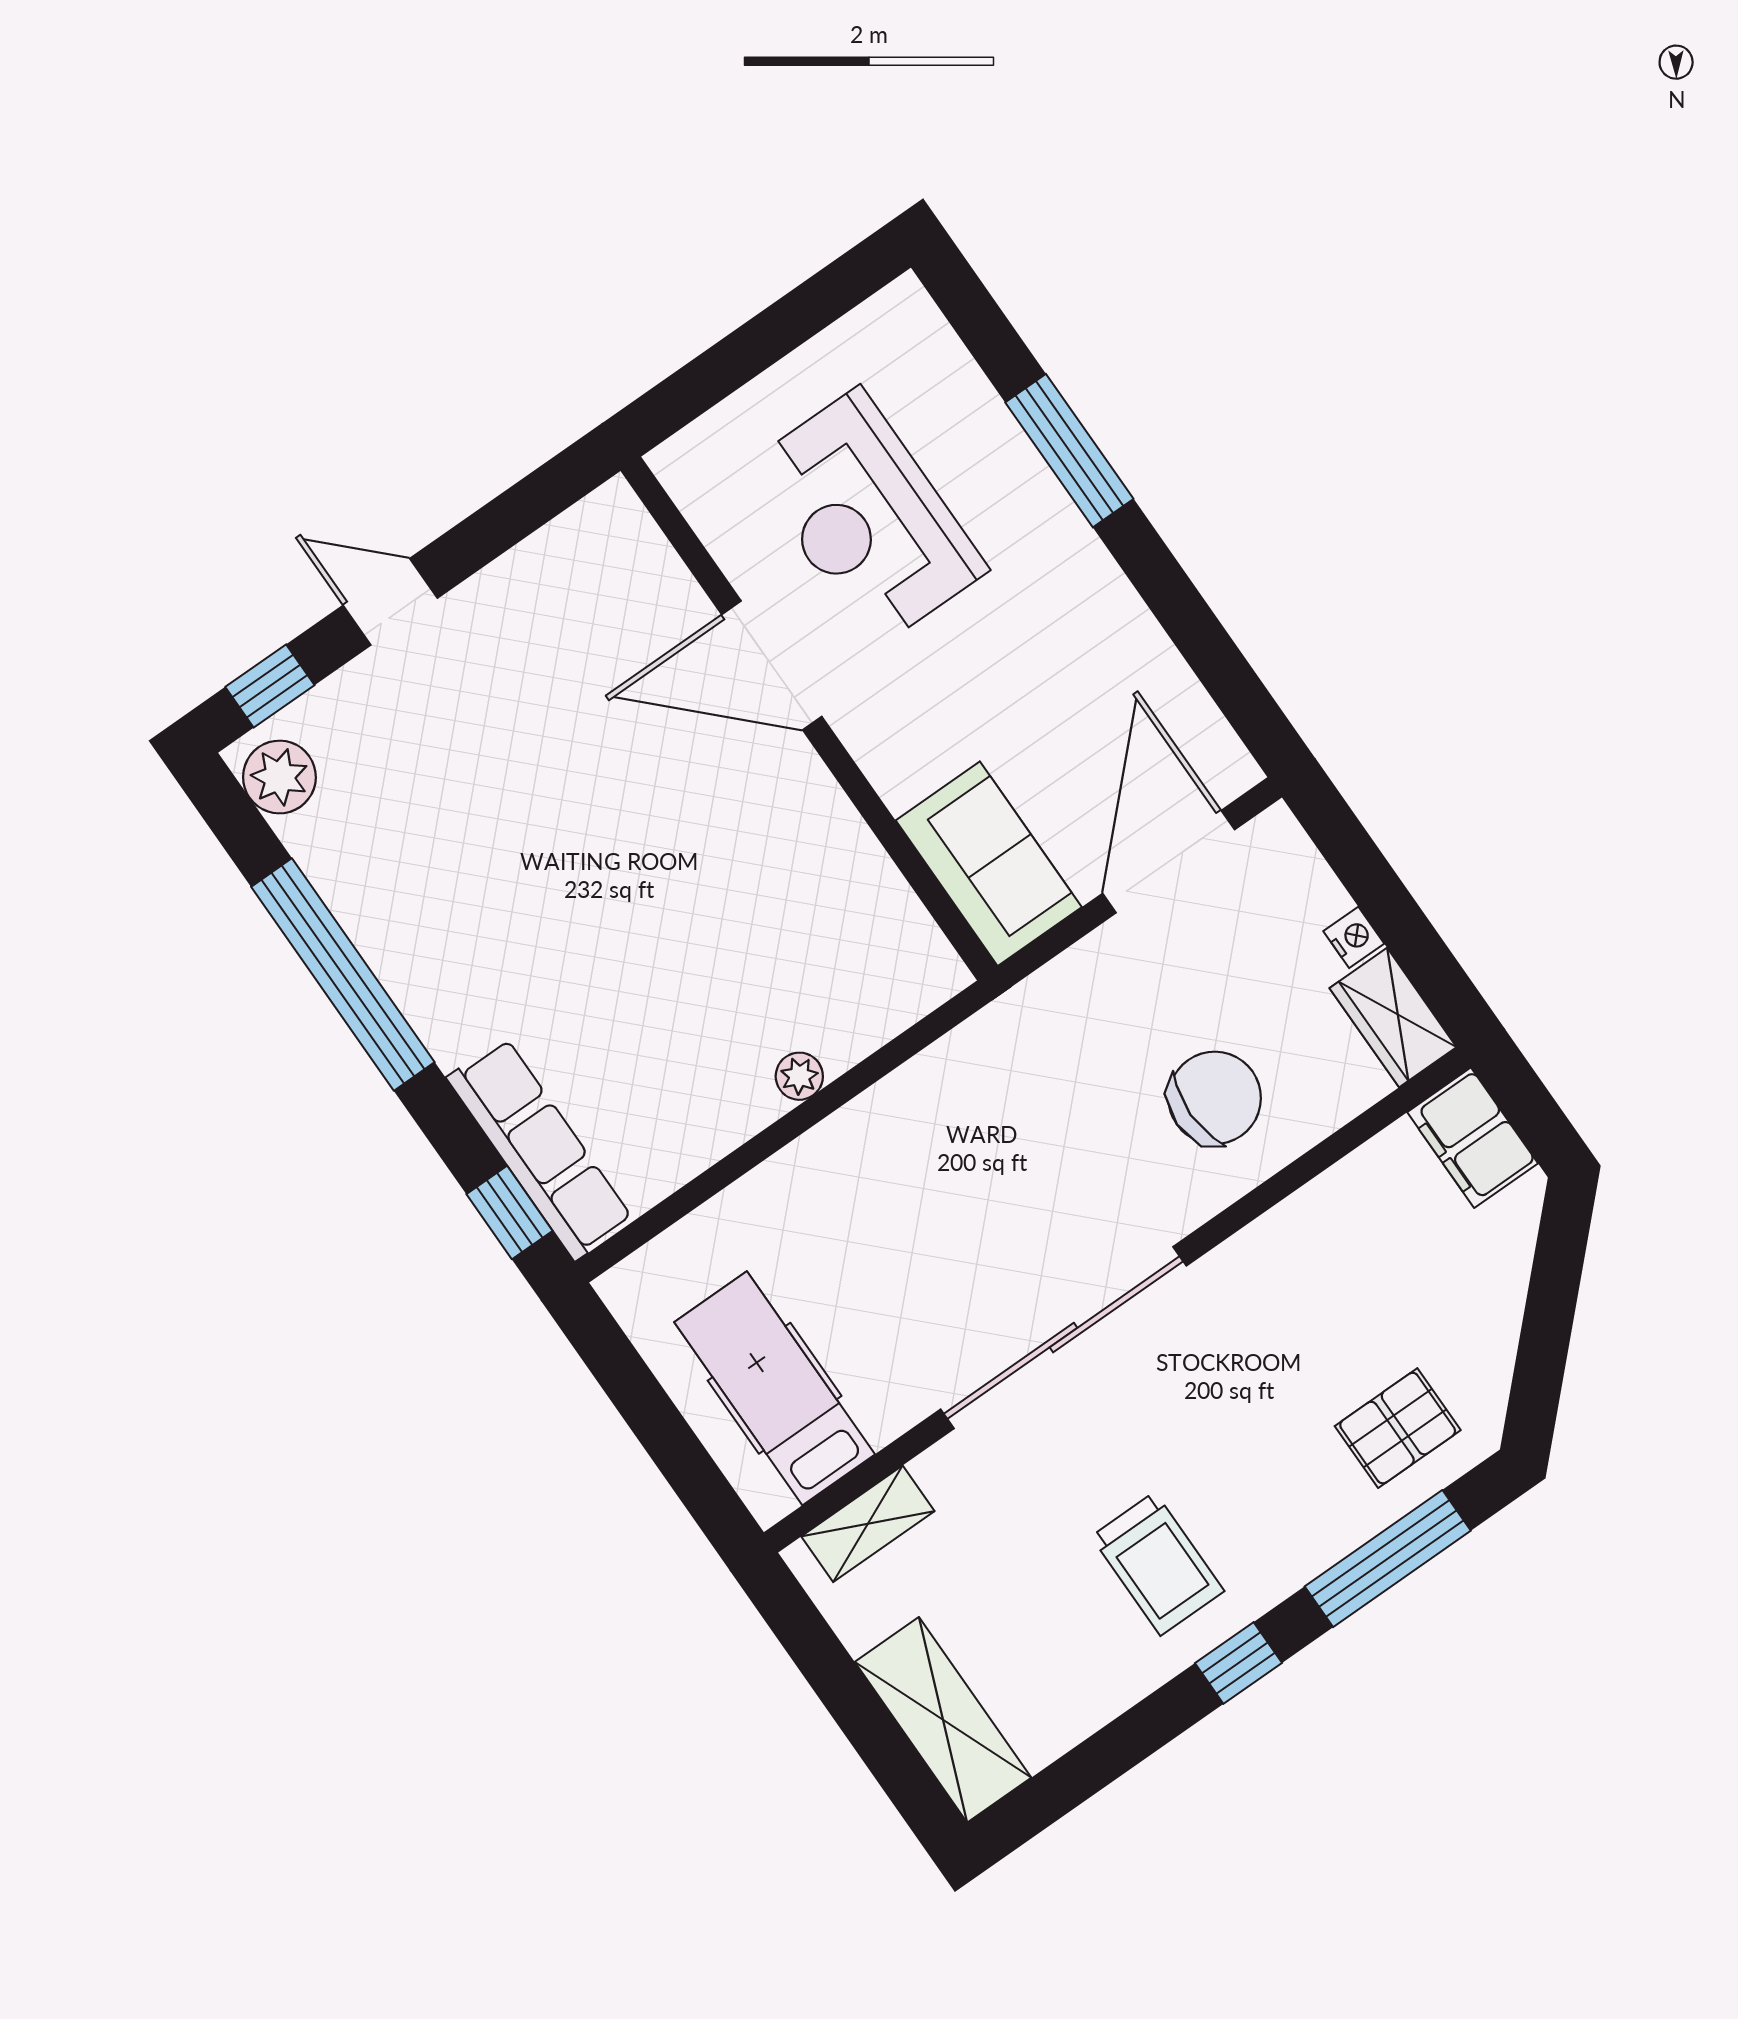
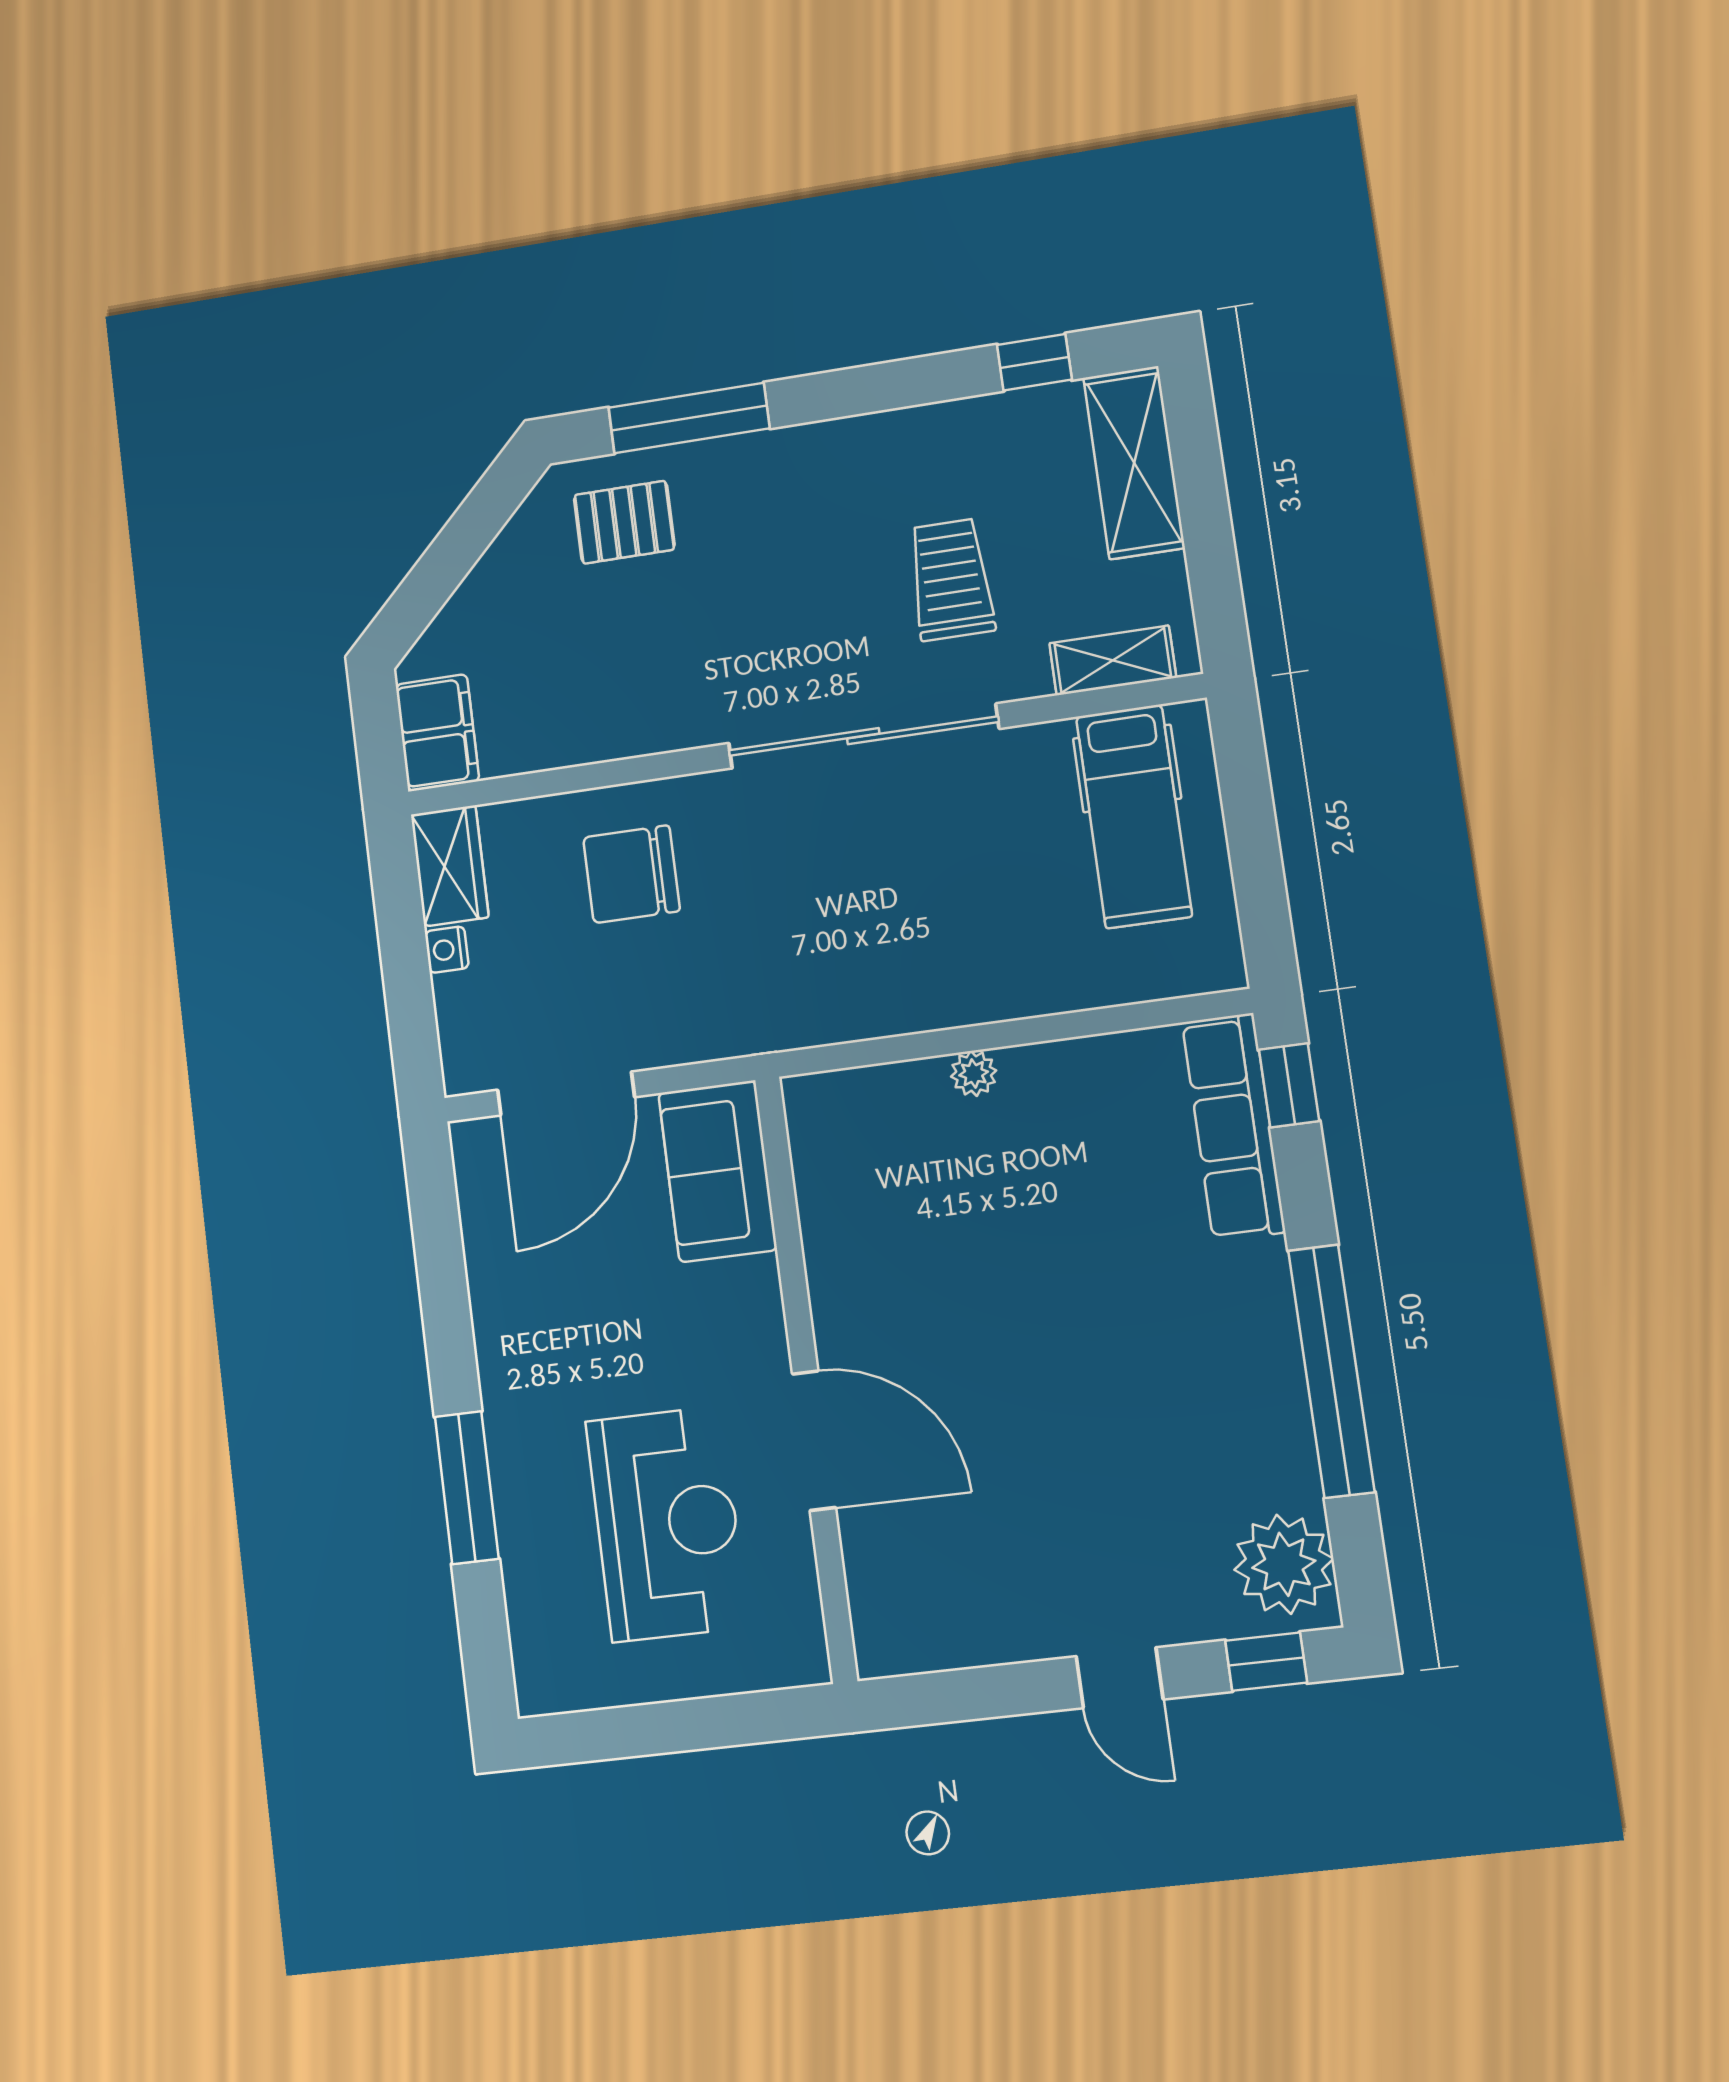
plant: (279, 777) -> (1284, 1564), width x1.36, depth x1.36
trolley: (1158, 1564) -> (951, 580), moved
window: (1238, 1663) -> (1034, 362), moved

